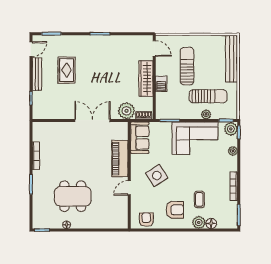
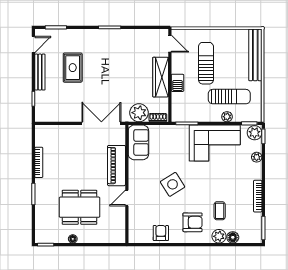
sofa: (140, 138) -> (138, 142), moved
piano: (120, 159) -> (116, 166), moved
wall: (129, 175) -> (127, 184), moved
door: (129, 188) -> (127, 198), moved

